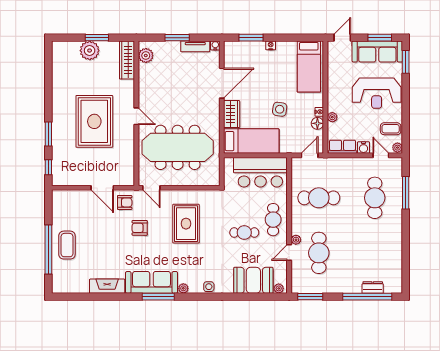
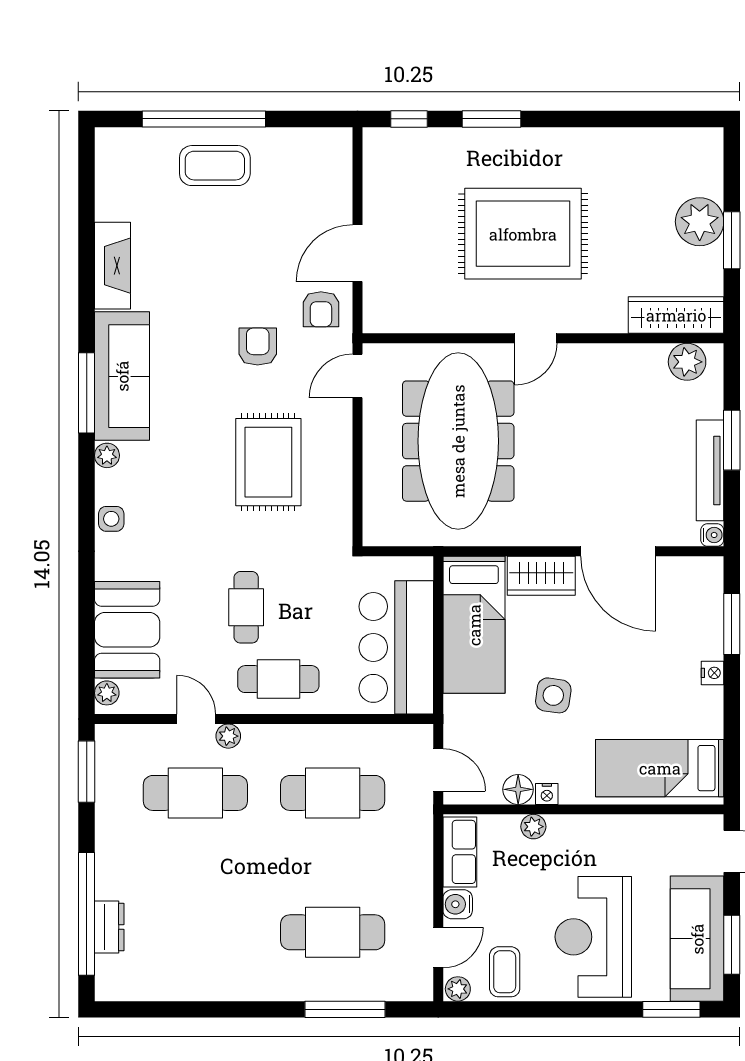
tv unit: (195, 46) -> (710, 470), width x1.41
cafe table: (319, 198) -> (333, 793), turned 90
rug: (186, 224) -> (268, 462), turned 90

